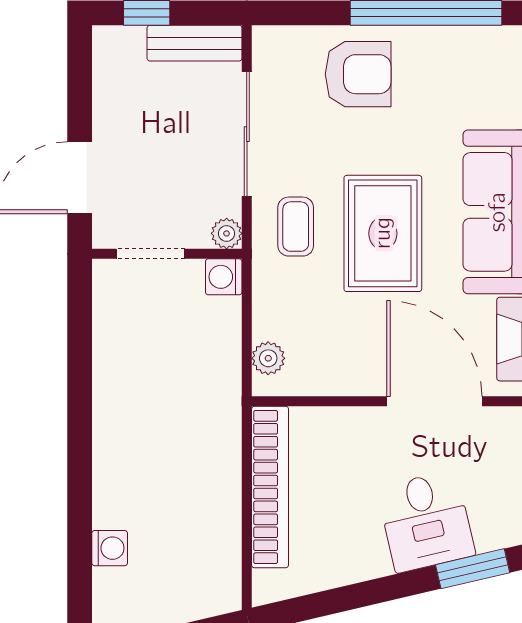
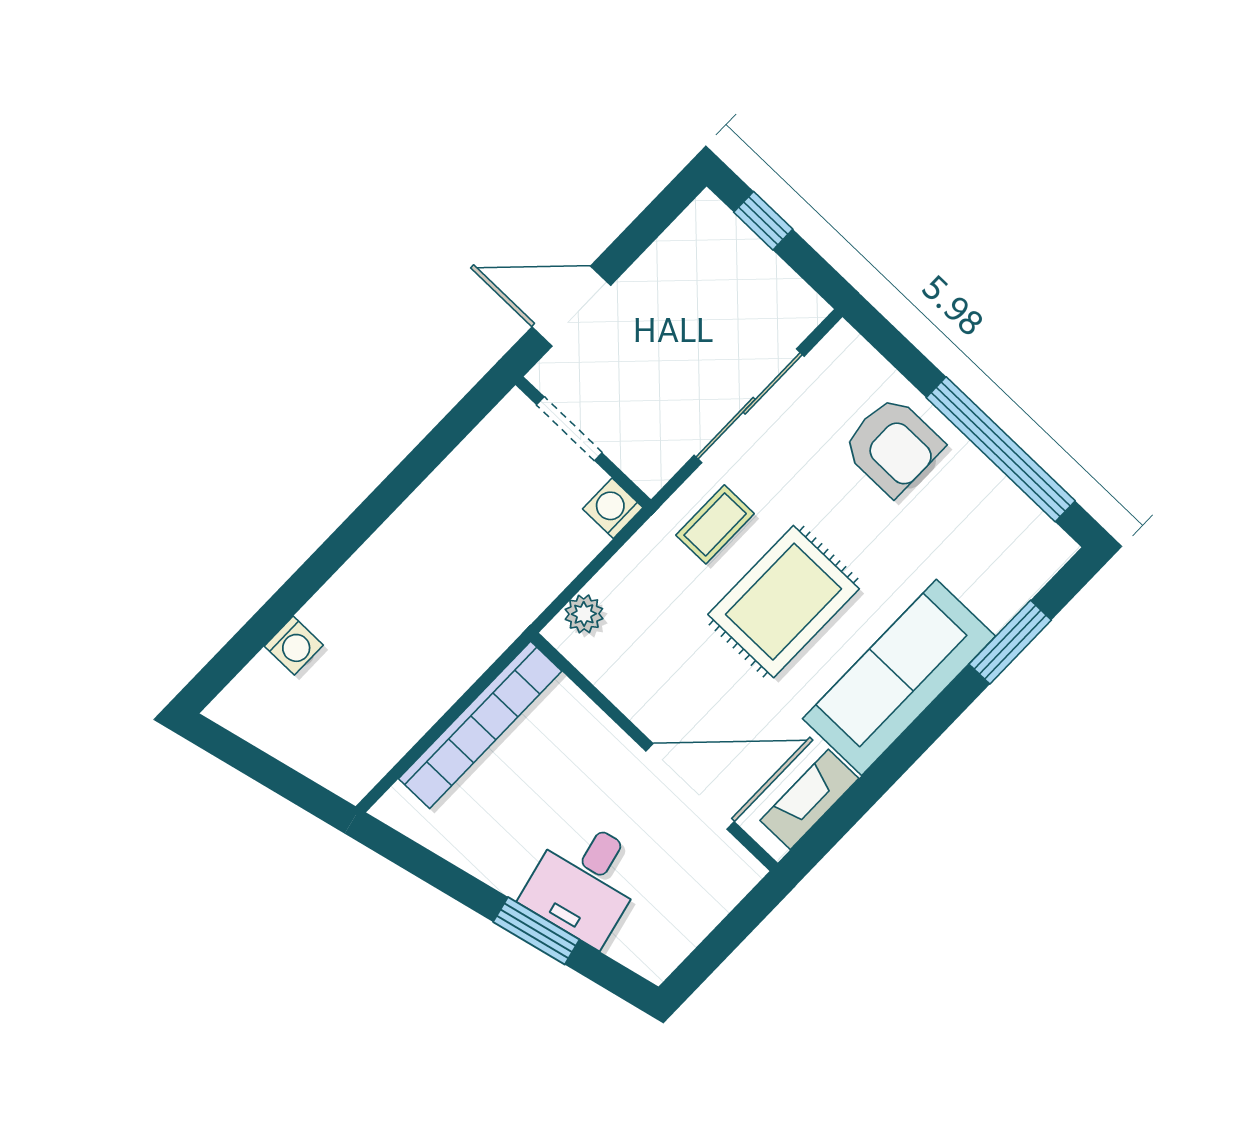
bench: (195, 43) -> (779, 286), removed
plant: (227, 233) -> (651, 474), removed
door: (434, 401) -> (690, 786), hinge flipped
window: (473, 569) -> (536, 931), moved

